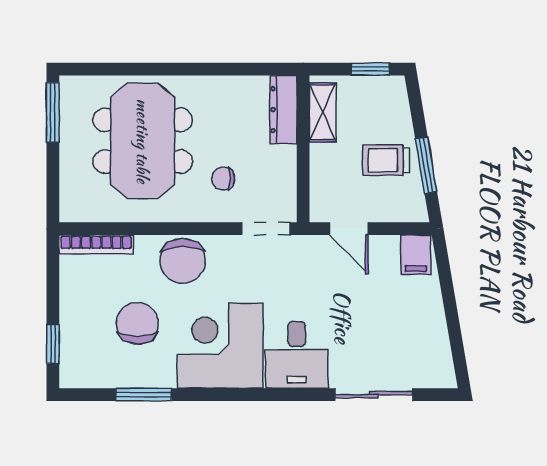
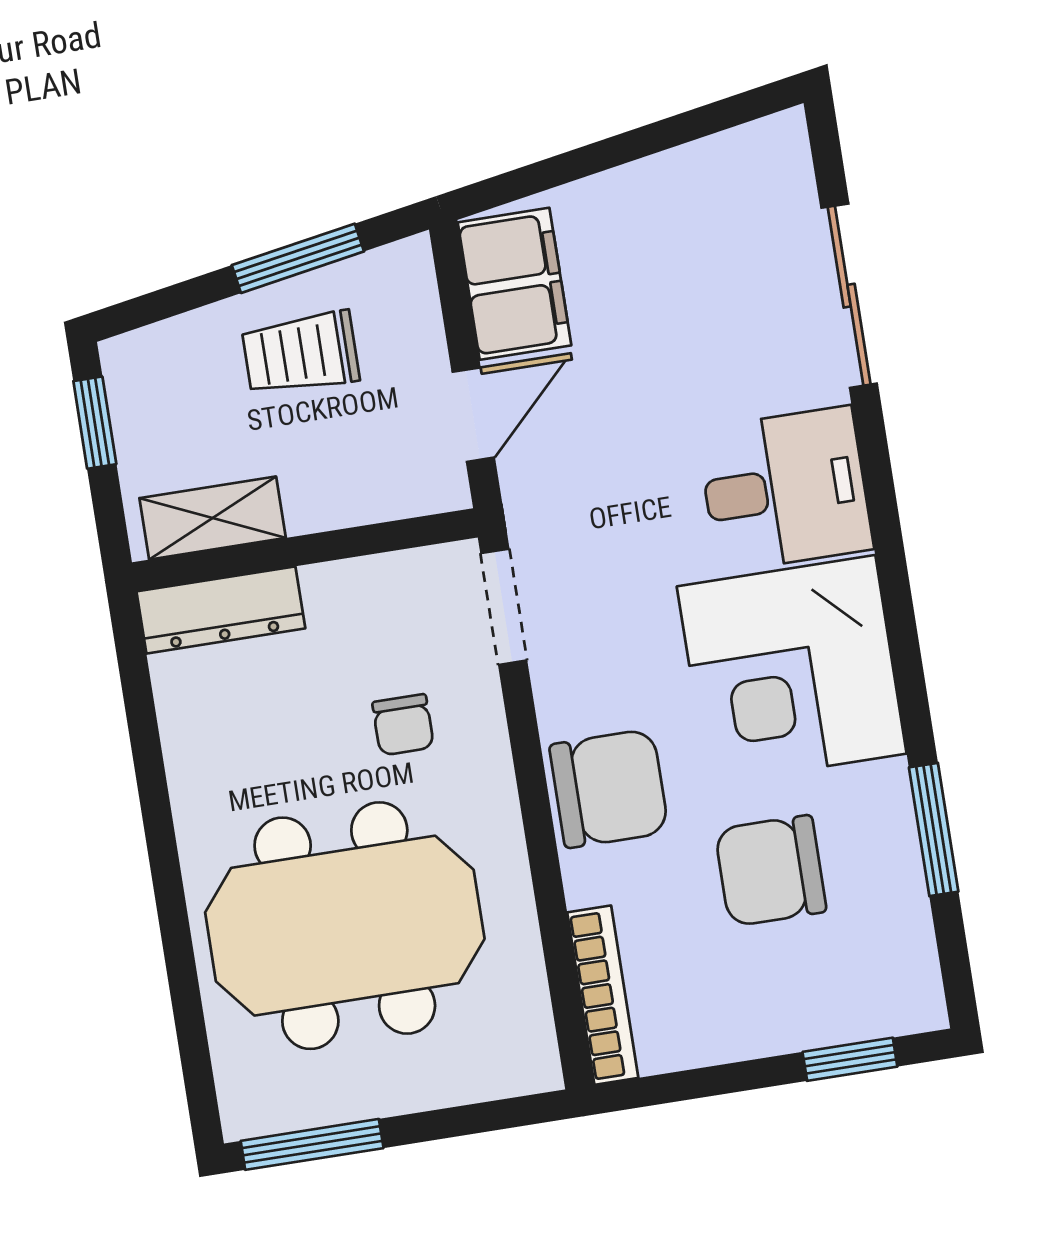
trolley: (386, 160) -> (301, 353), turned 90
filing cabinet: (416, 255) -> (515, 284), width x2.00

